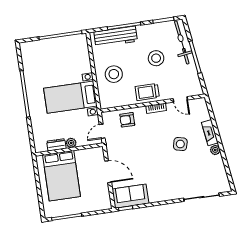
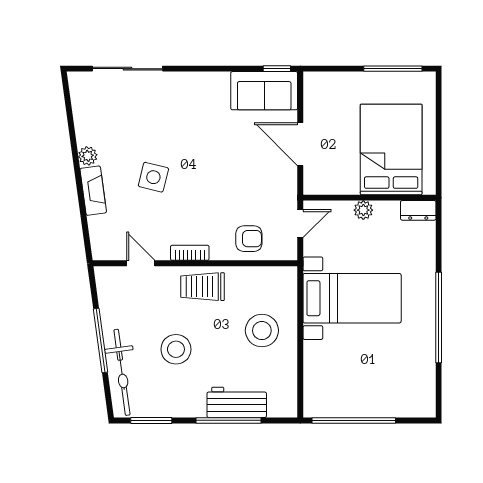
workbench: (116, 37) -> (237, 402), width x0.73
trolley: (147, 92) -> (203, 287), turned 180
dresser: (56, 145) -> (418, 210), moved

